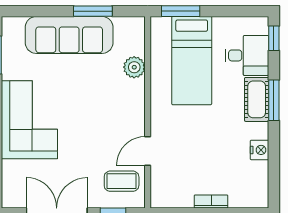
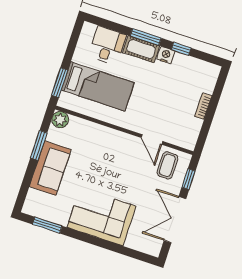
sofa: (69, 35) -> (50, 168), width x0.73
window: (274, 38) -> (181, 49), moved
plant: (134, 67) -> (60, 120), moved
nightstand: (260, 150) -> (166, 55), moved

